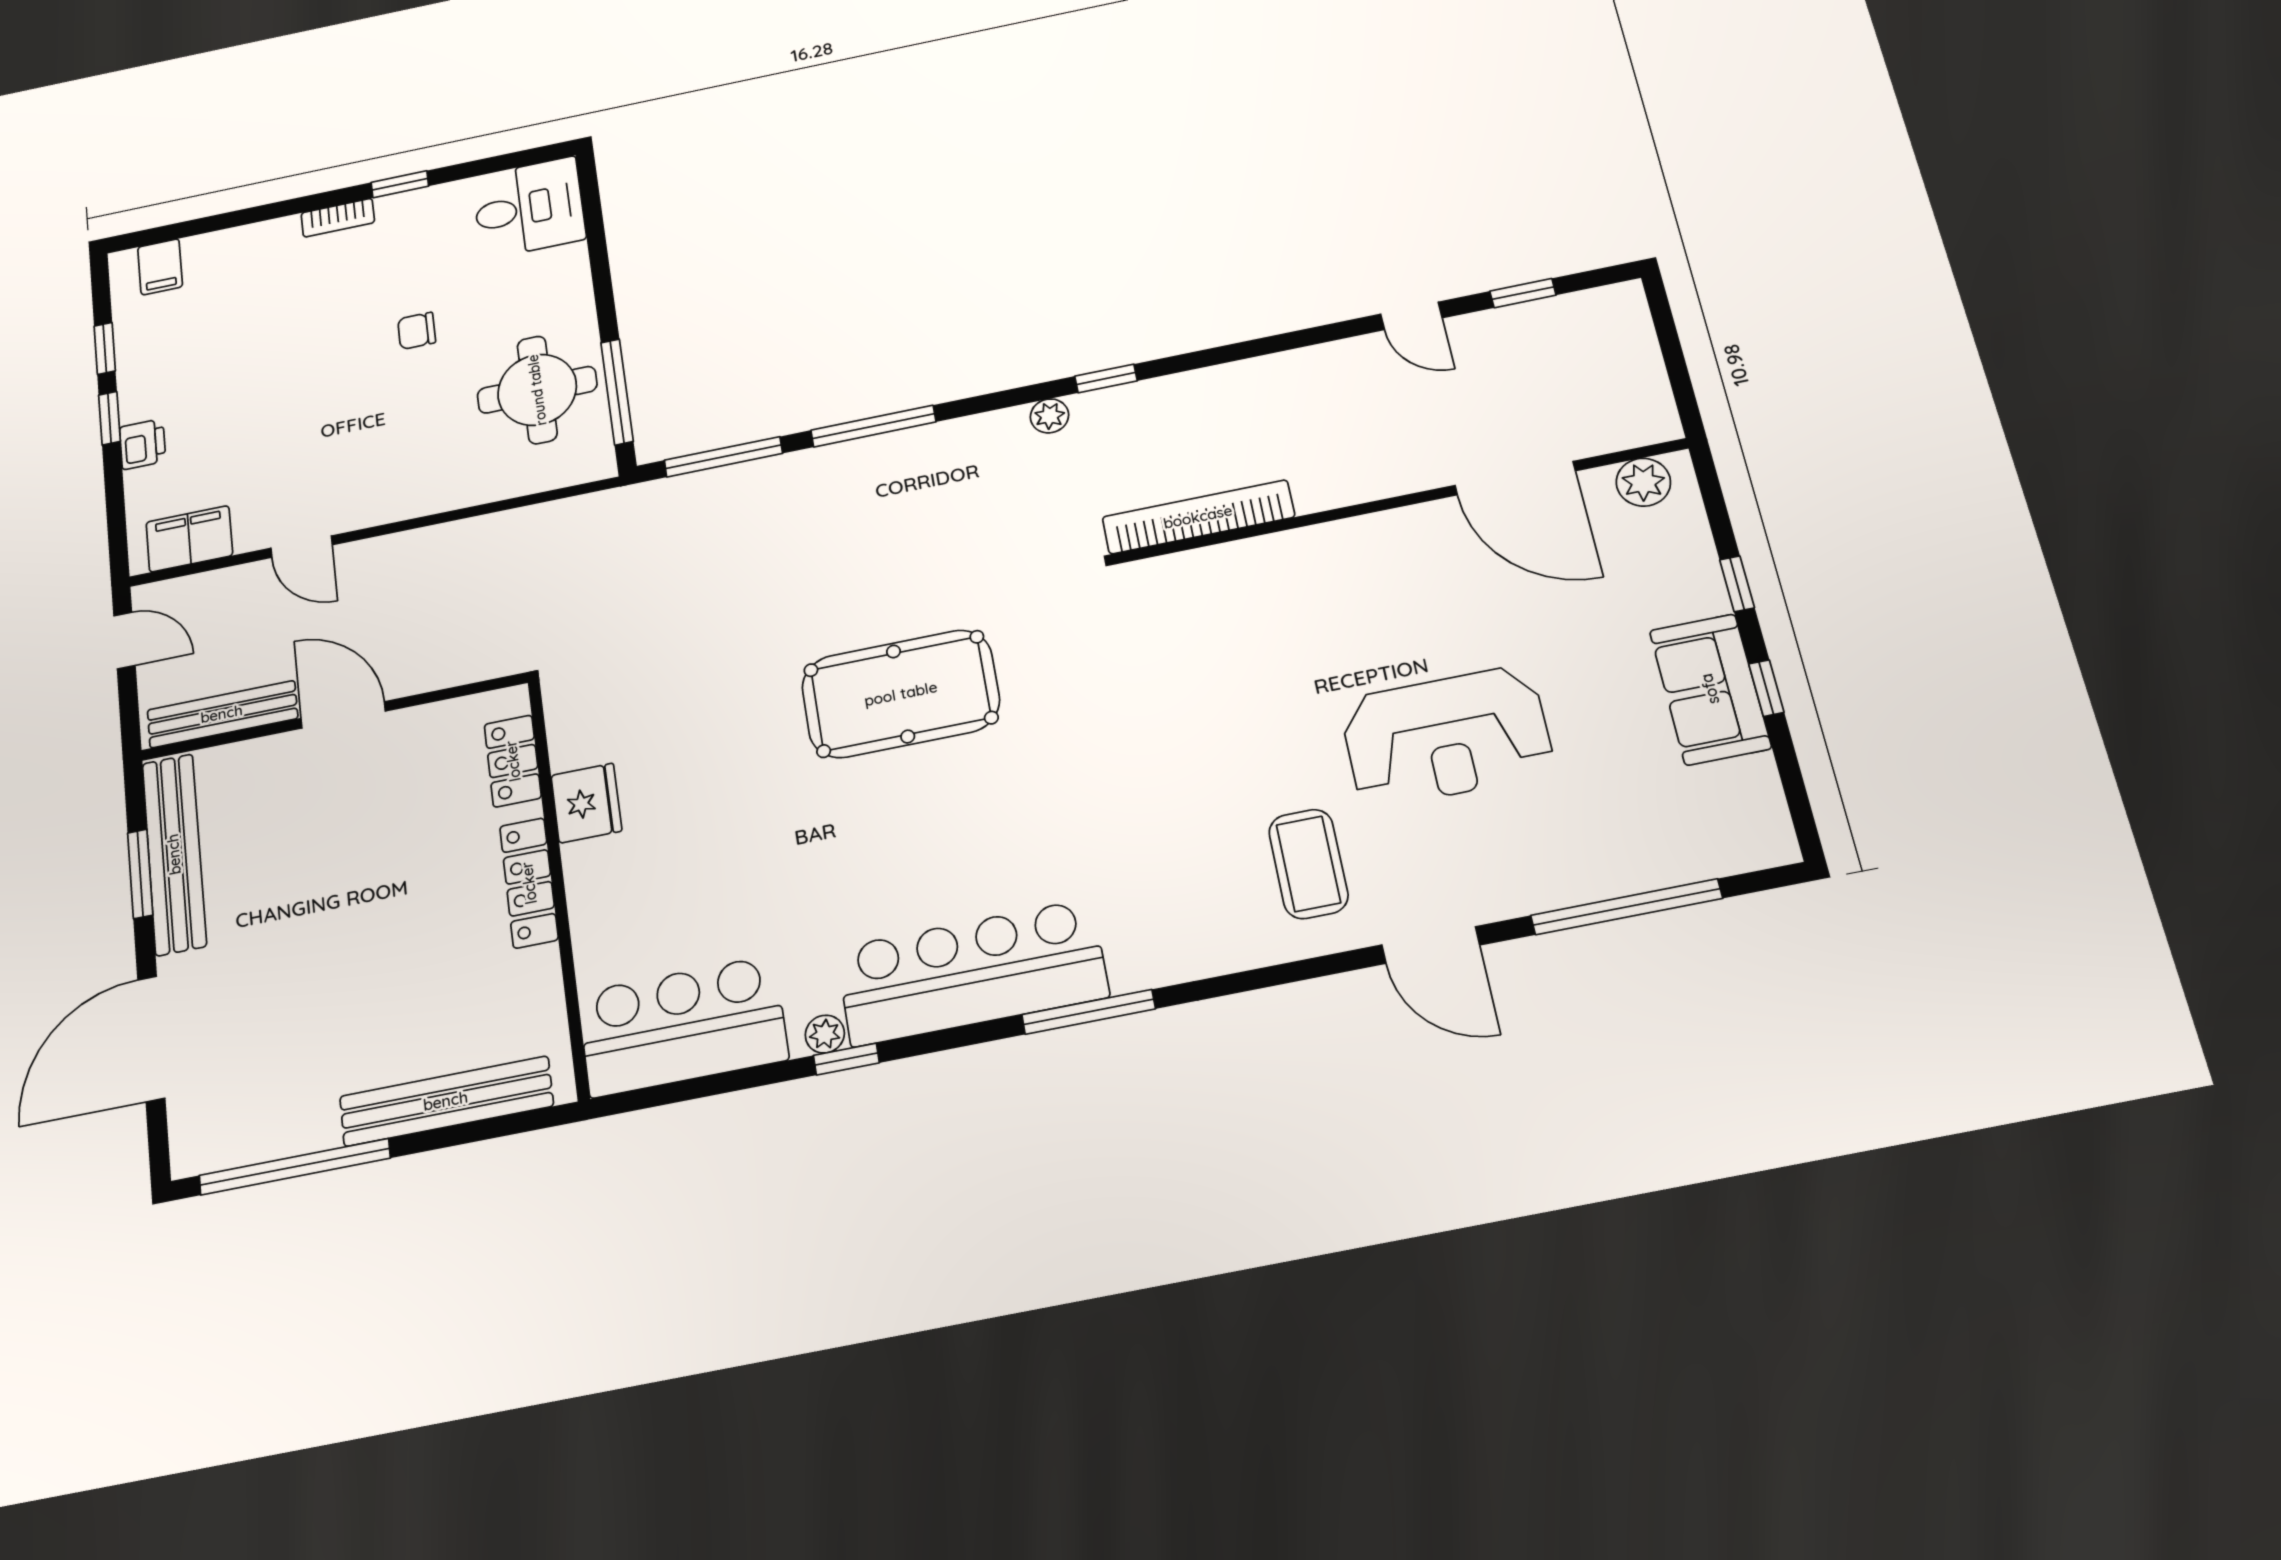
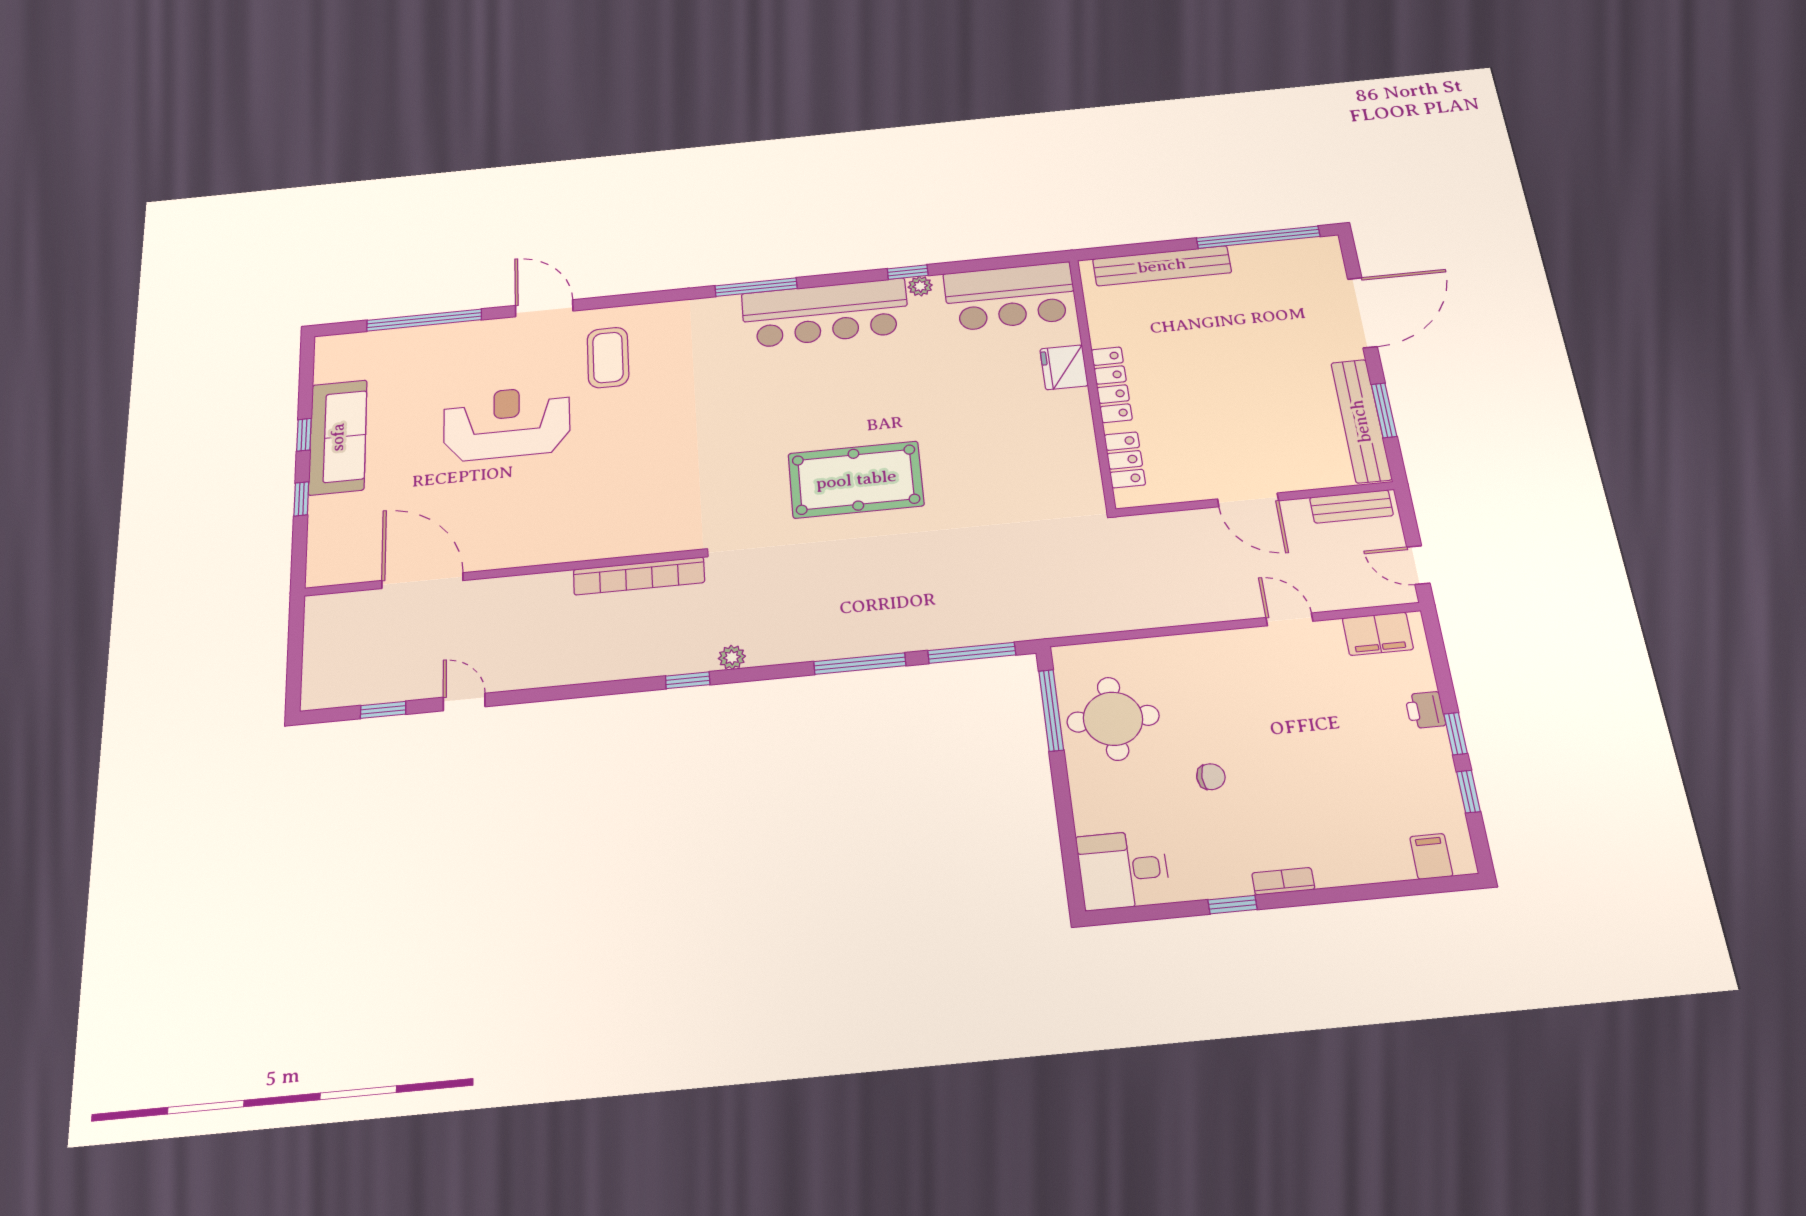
plant: (1643, 482) -> (340, 569), removed
sofa: (1710, 689) -> (338, 437), width x1.36
bench: (222, 714) -> (1351, 507), width x0.73
fridge: (586, 803) -> (1064, 367), moved

